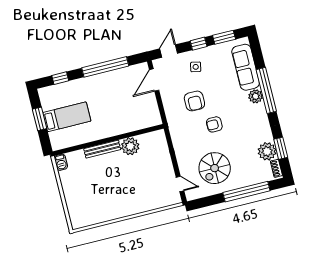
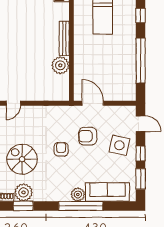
side table: (196, 67) -> (119, 145), width x1.87, depth x1.87
door: (154, 80) -> (93, 103), moved
spiral stairs: (215, 168) -> (22, 159), moved

